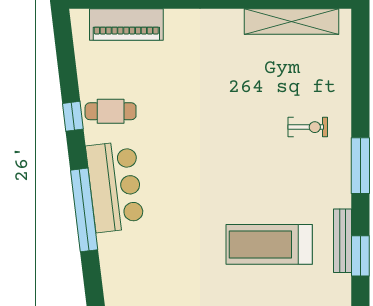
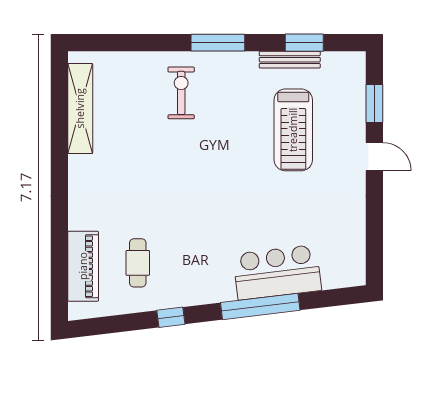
cafe table: (111, 111) -> (138, 263), moved
exercise bike: (308, 127) -> (181, 93), width x1.38, depth x1.39
bar counter: (115, 187) -> (277, 272), moved

